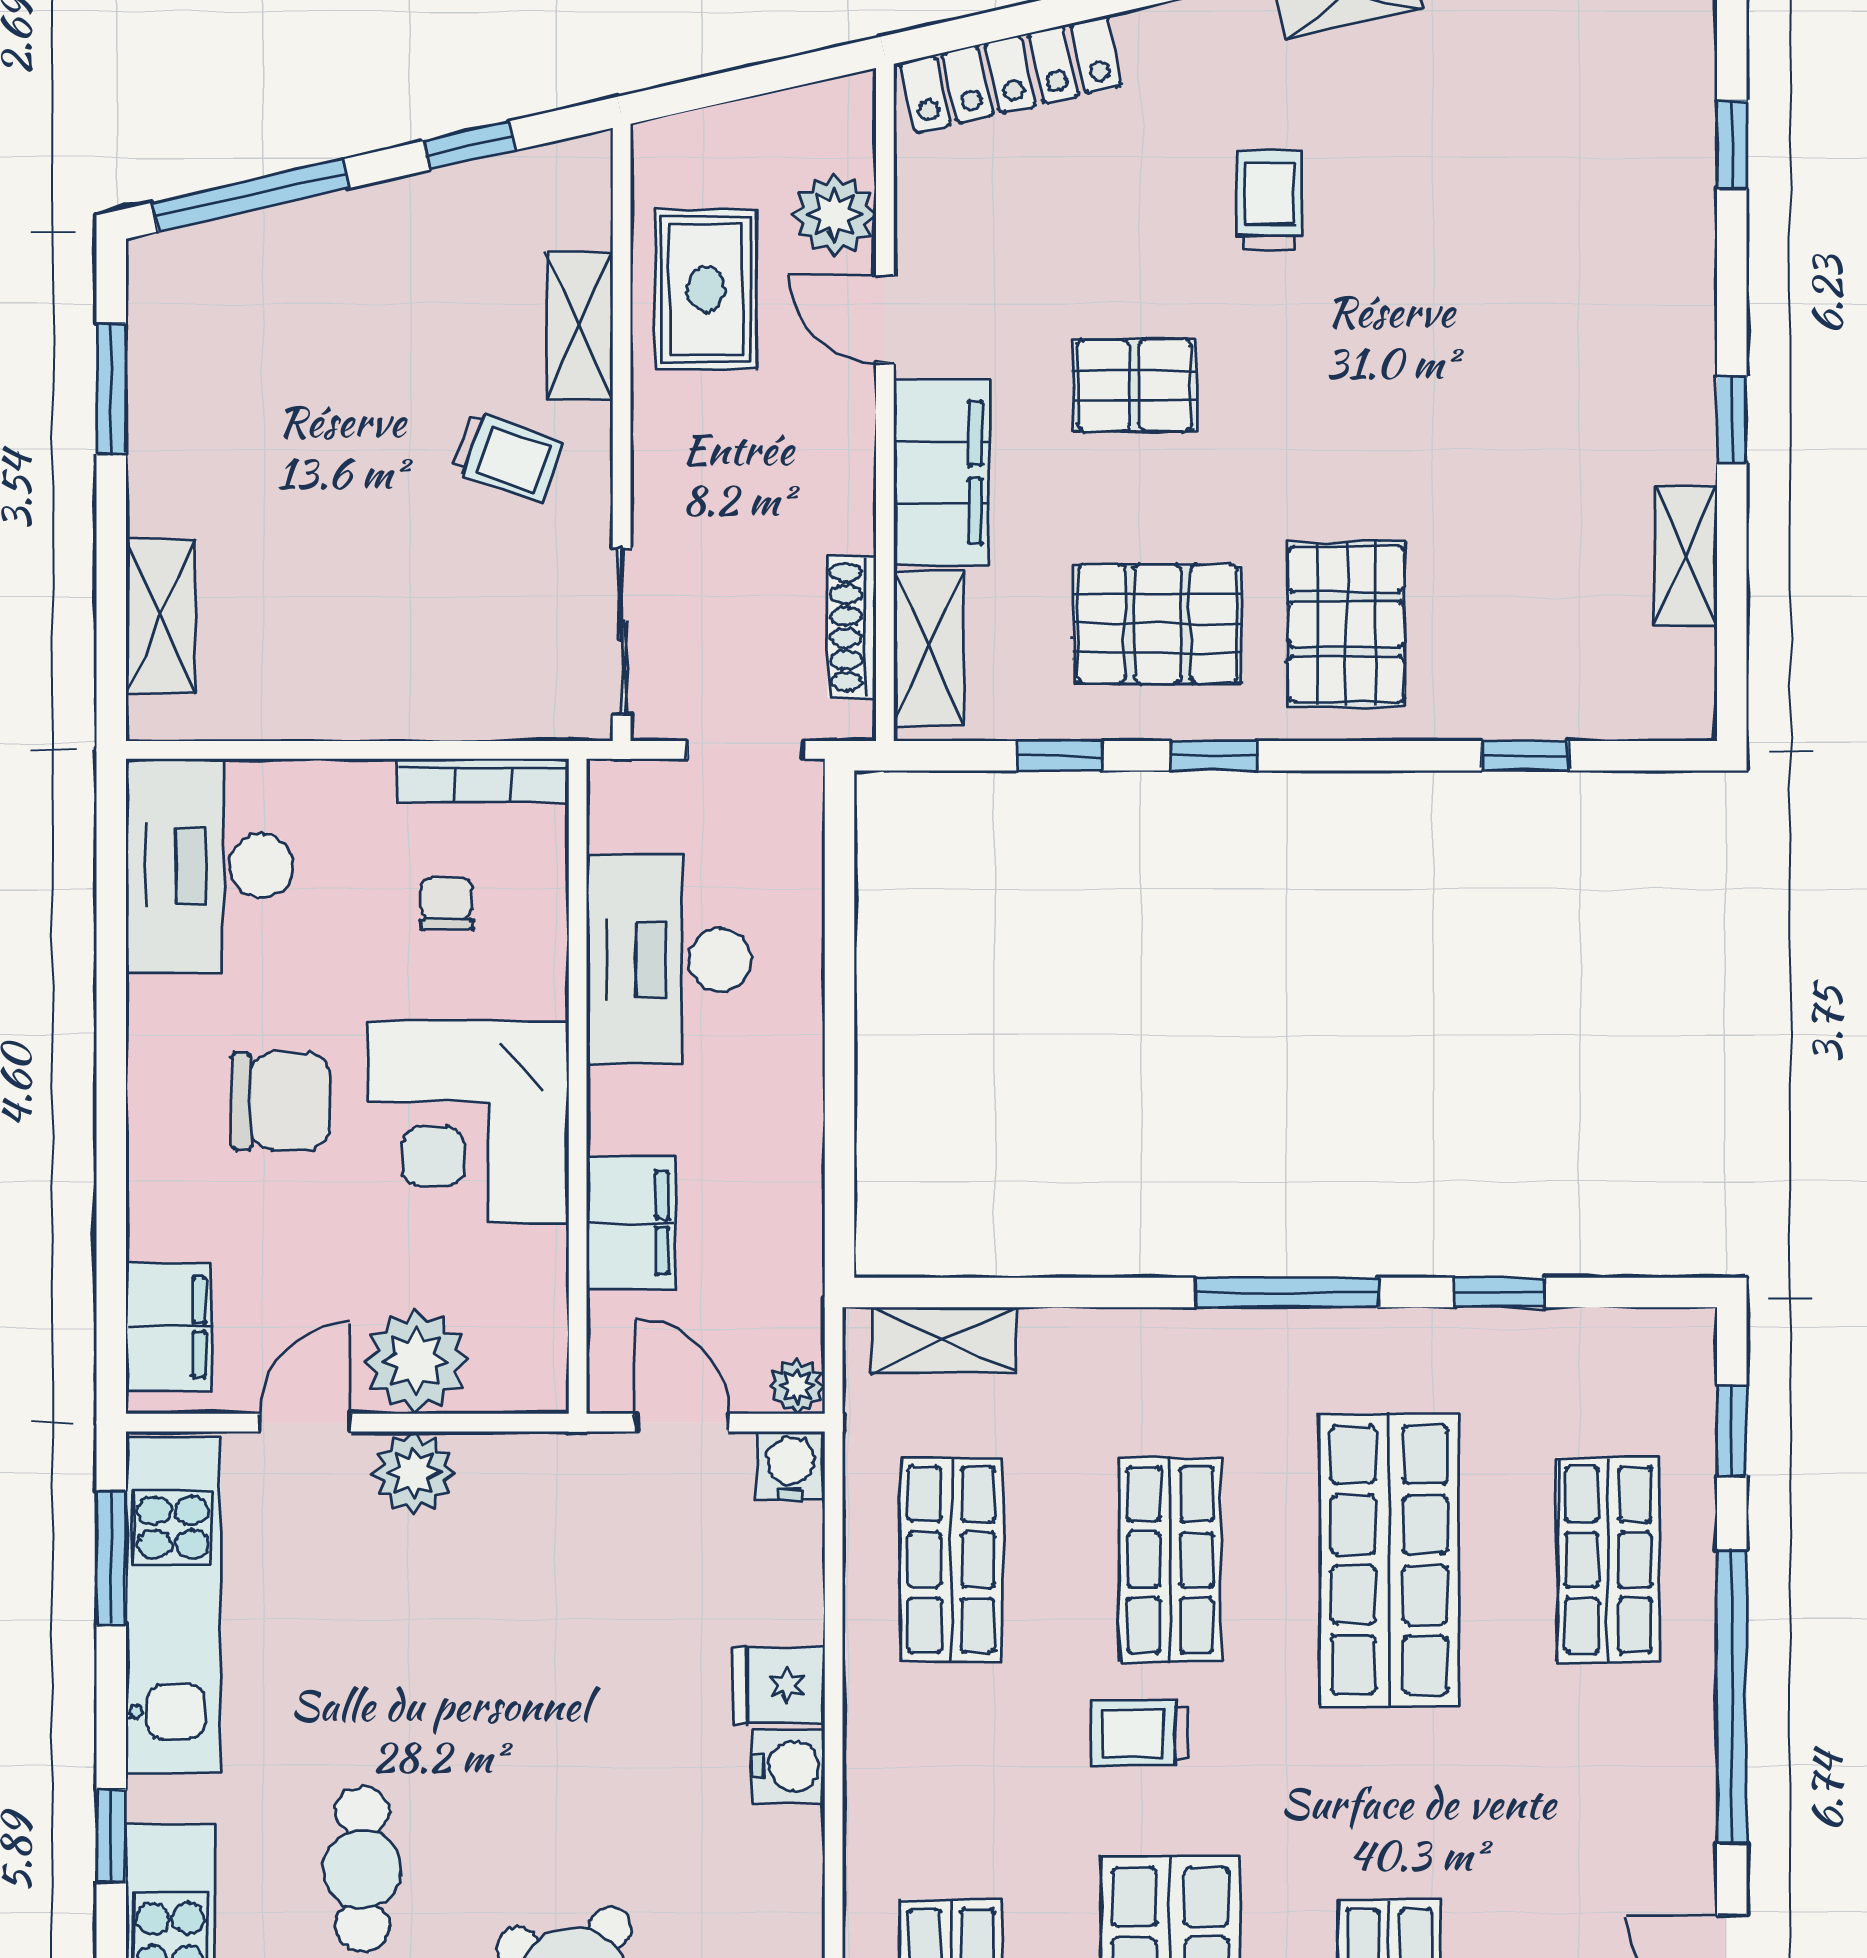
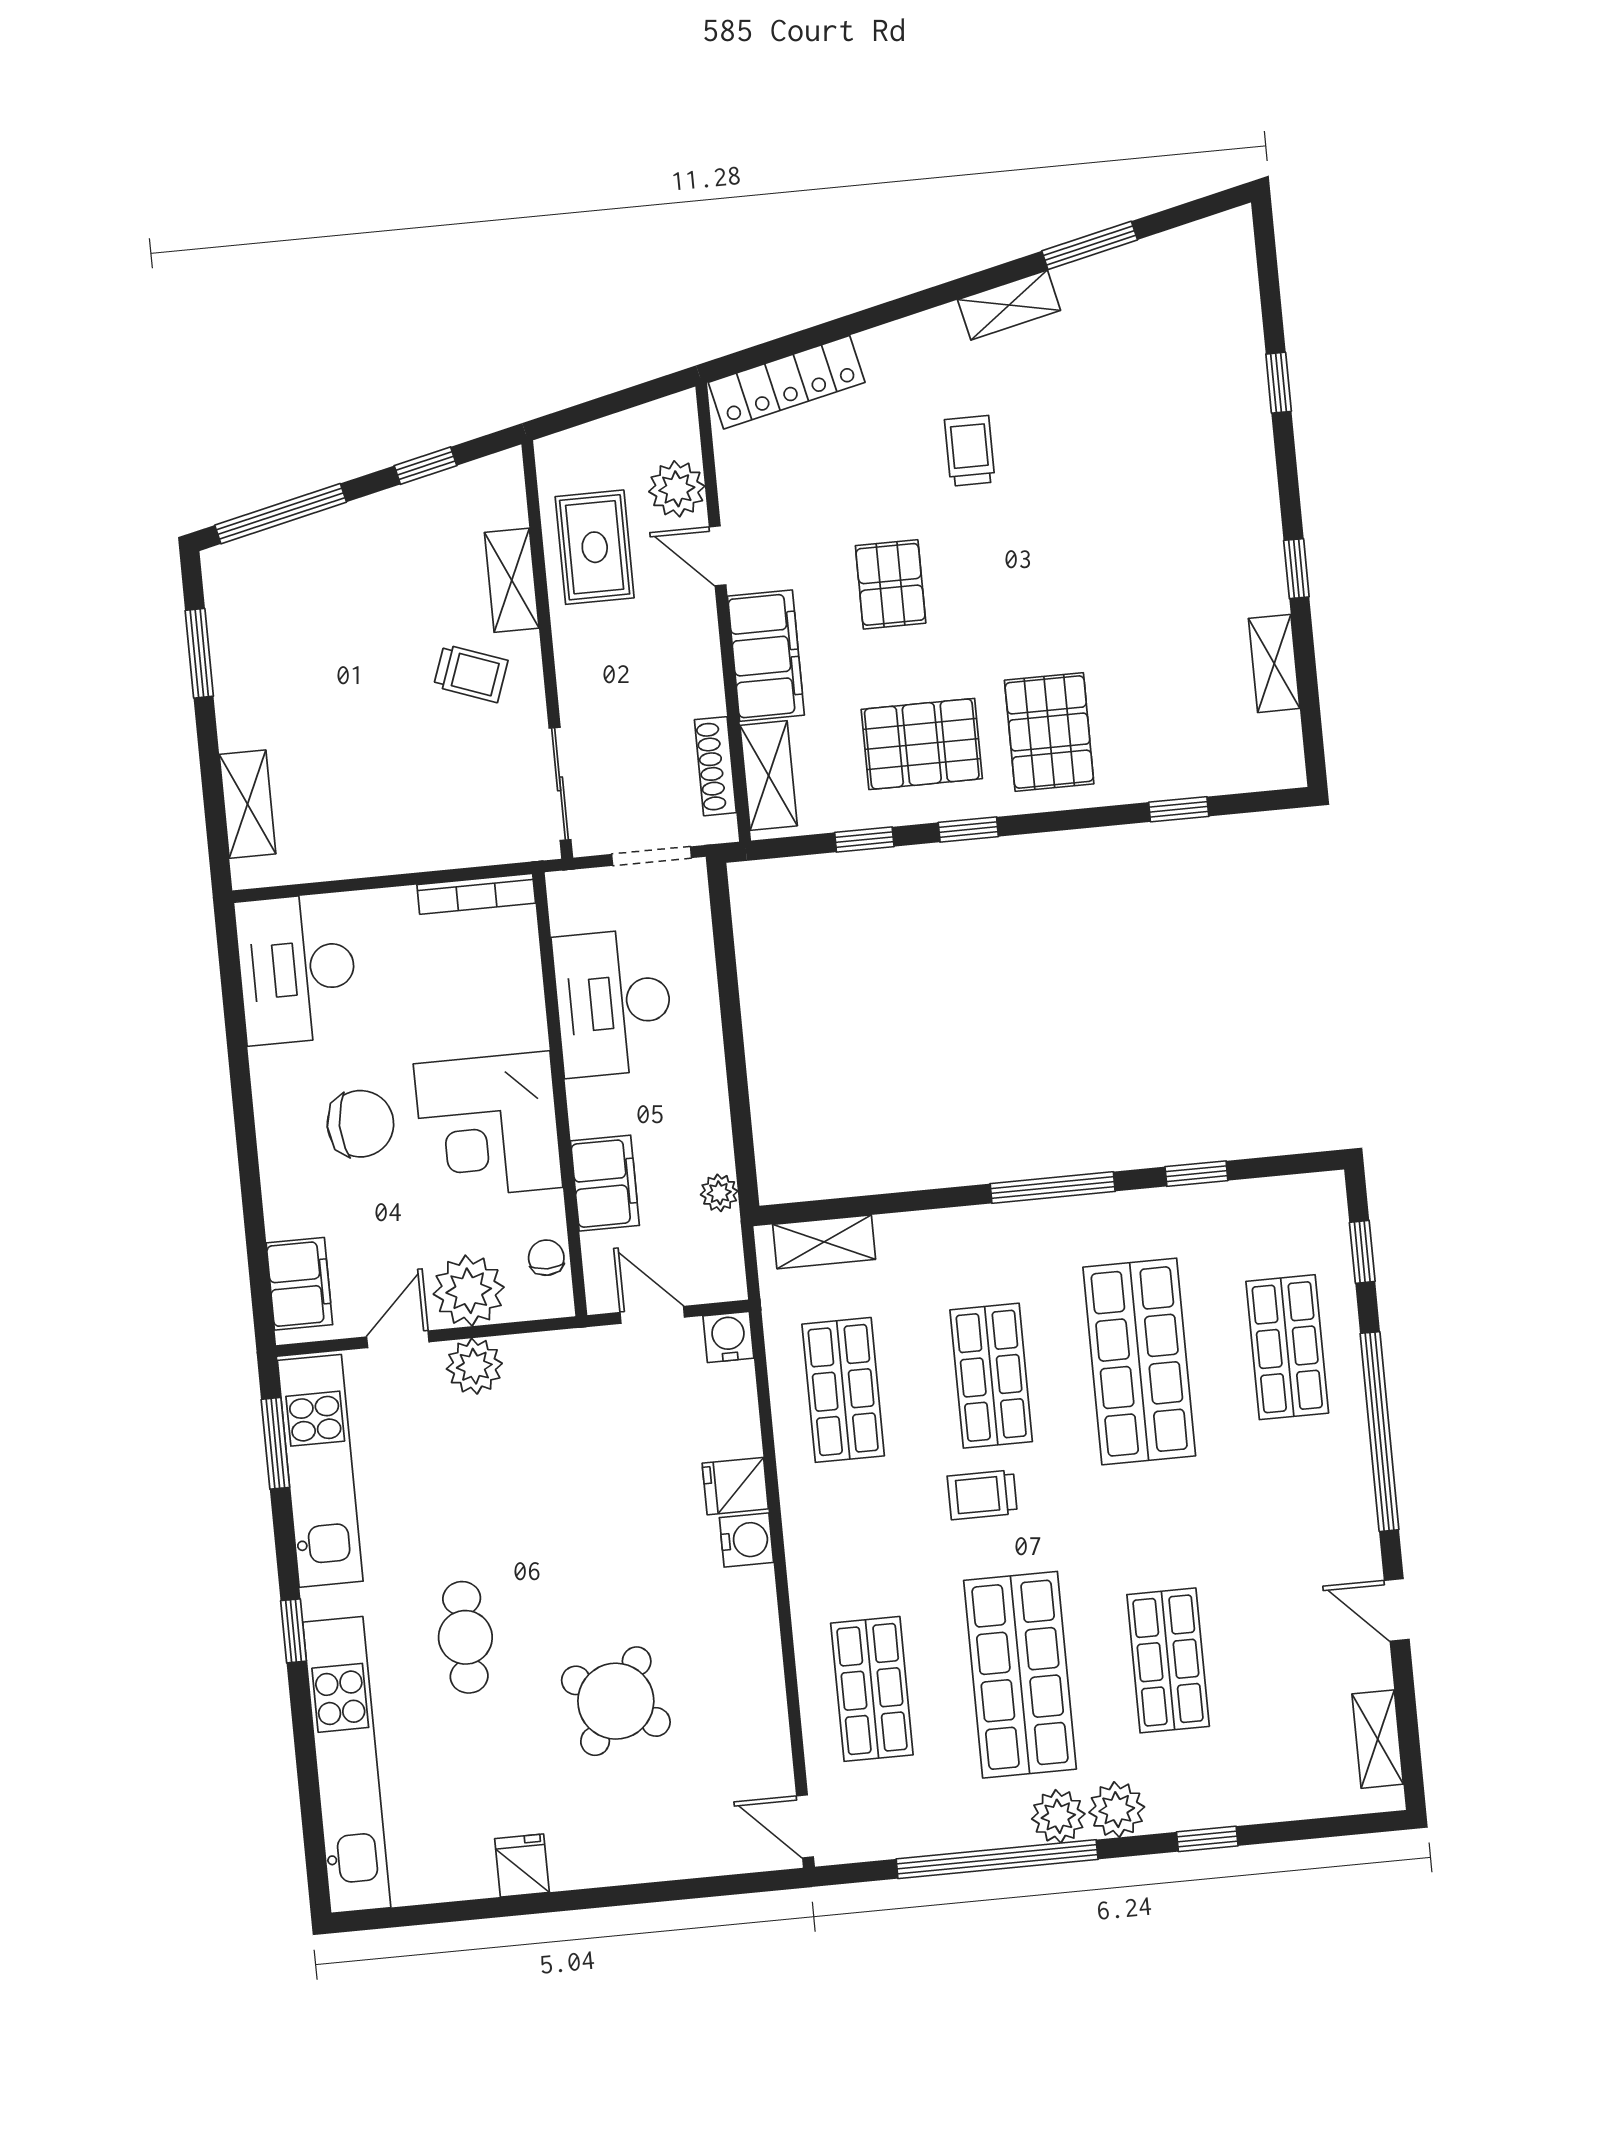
pallet: (1134, 385) -> (891, 584), turned 90
chair: (446, 904) -> (546, 1258), moved
plant: (797, 1386) -> (719, 1193), moved

